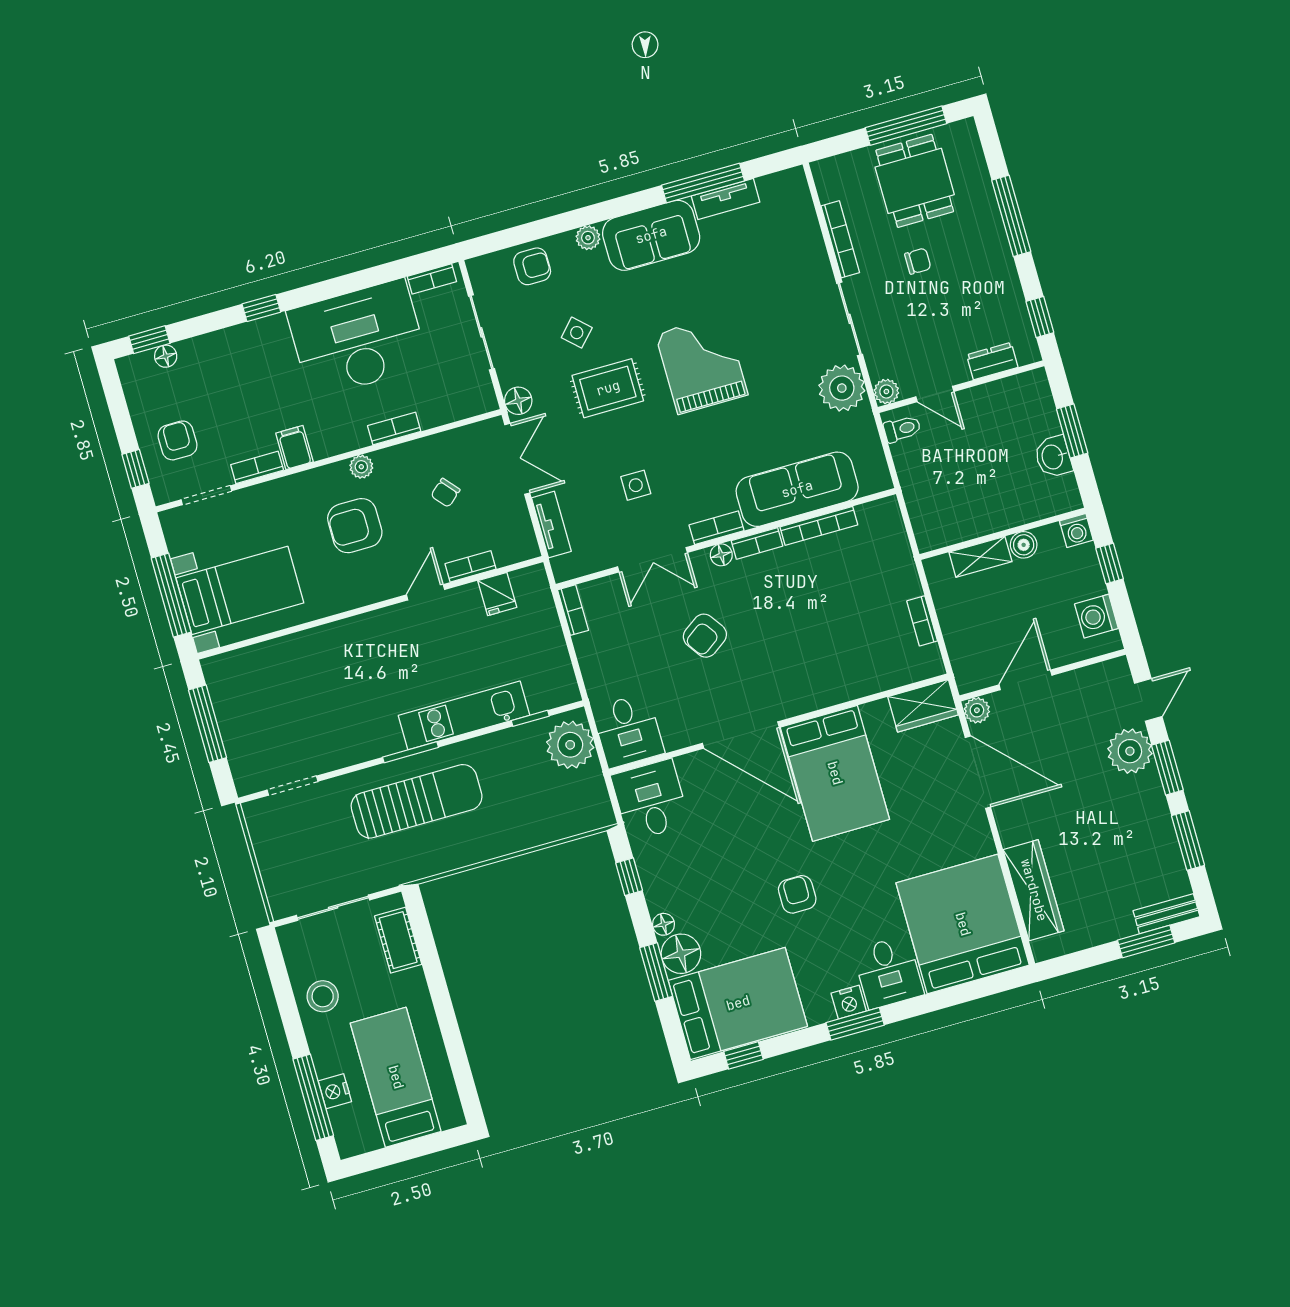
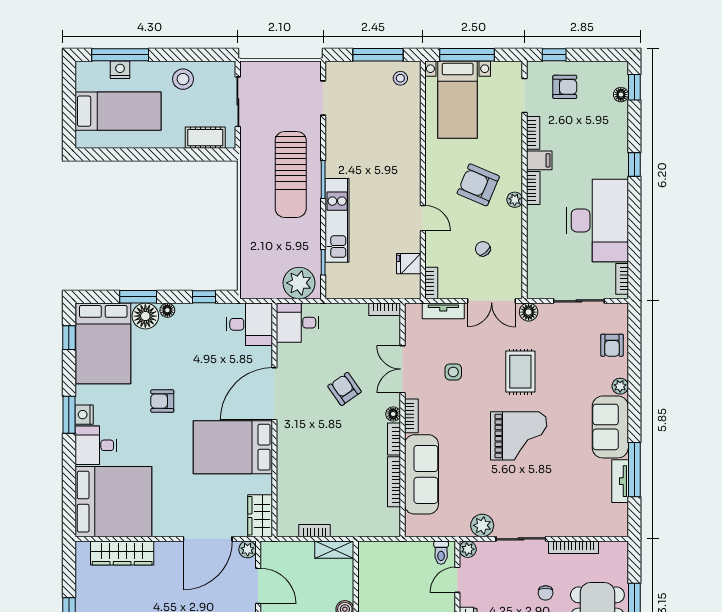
side table: (577, 333) -> (562, 362), removed
plant: (842, 388) -> (482, 525), width x0.73, depth x0.73
bookcase: (394, 429) -> (533, 188), moved
armchair: (355, 526) -> (478, 185), turned -67
shelving: (980, 557) -> (334, 550), moved, turned 90
bookcase: (471, 566) -> (431, 283), moved
stool: (232, 682) -> (400, 78), added
armchair: (797, 894) -> (162, 401), turned 180

